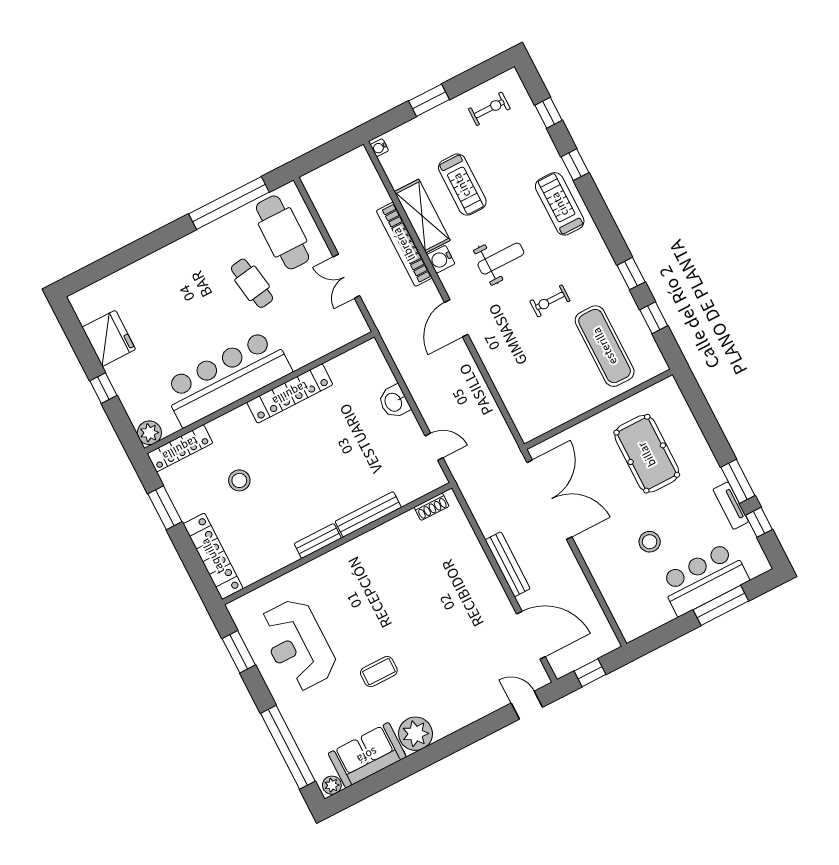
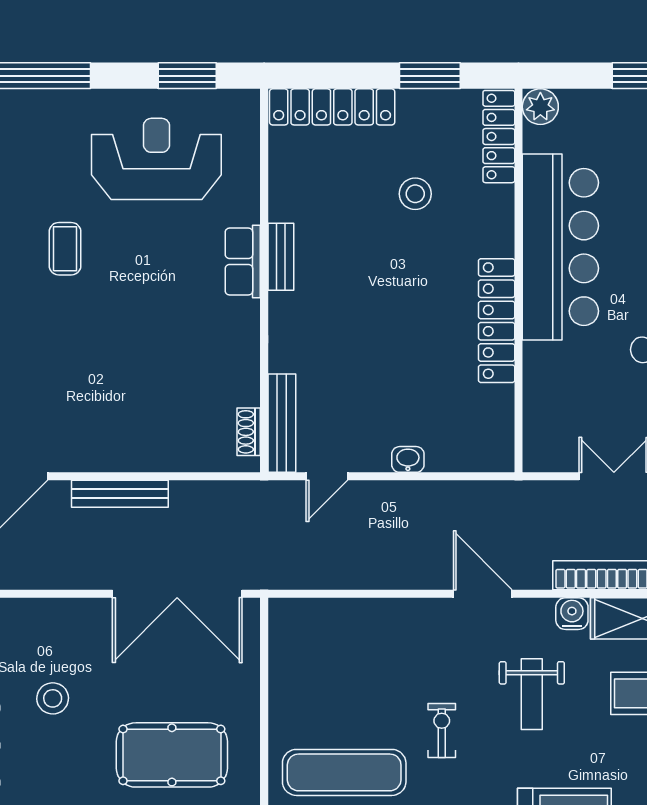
washbasin: (394, 402) -> (408, 459), width x0.72, depth x0.69
bench: (368, 514) -> (282, 423), moved
row of seats: (332, 562) -> (243, 262), added

